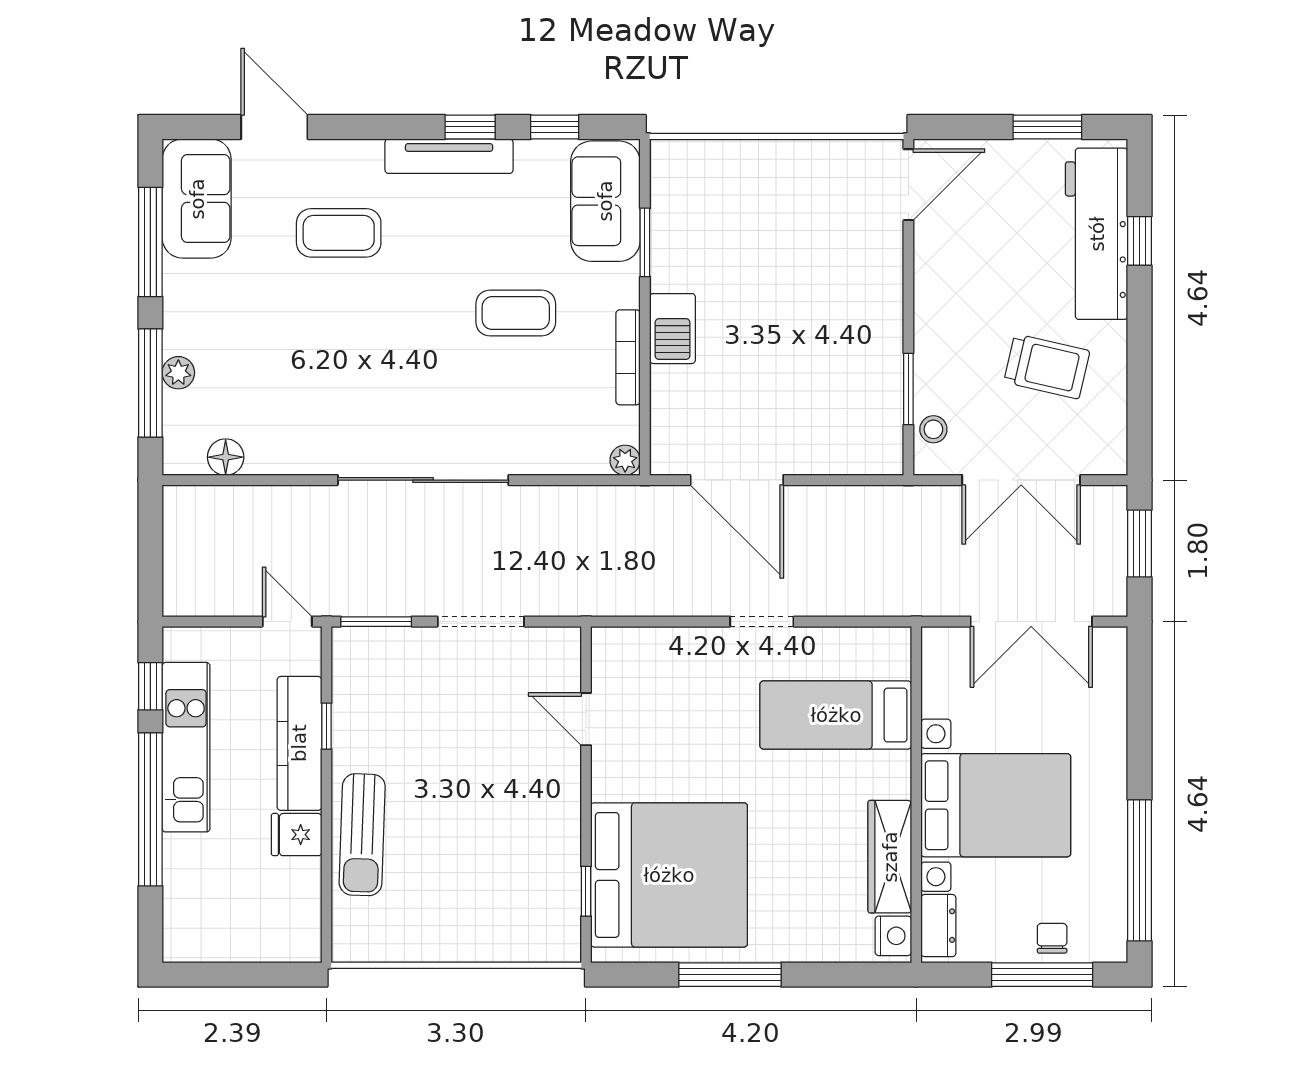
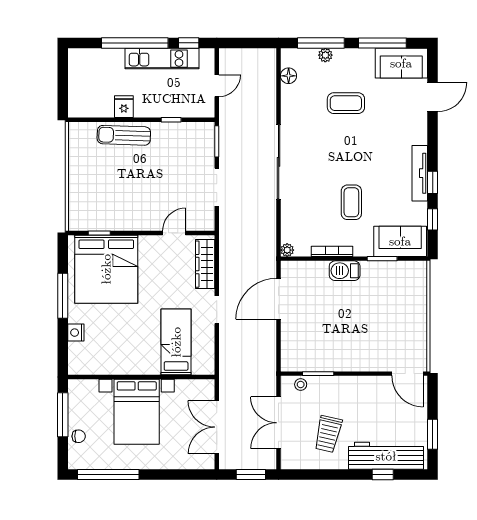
coffee table: (339, 233) -> (346, 103), moved, turned 90
door: (287, 622) -> (217, 86), moved
kitchen counter: (299, 743) -> (164, 108), removed
wardrobe: (890, 857) -> (205, 264), moved, turned -90
dresser: (938, 926) -> (84, 387), removed
nightstand: (893, 936) -> (76, 333), moved, turned 90
window: (1042, 975) -> (63, 415), moved

